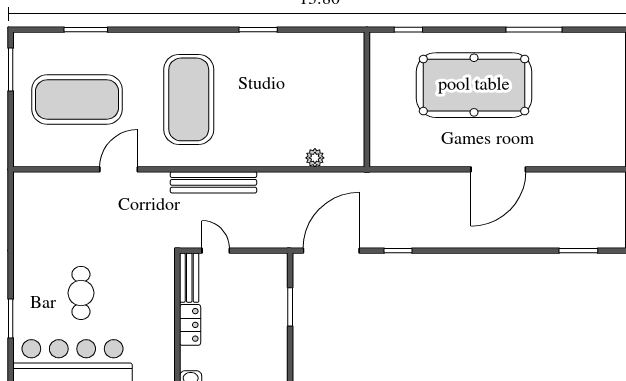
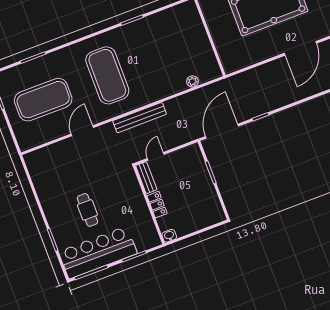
door: (216, 251) -> (156, 156), hinge flipped

